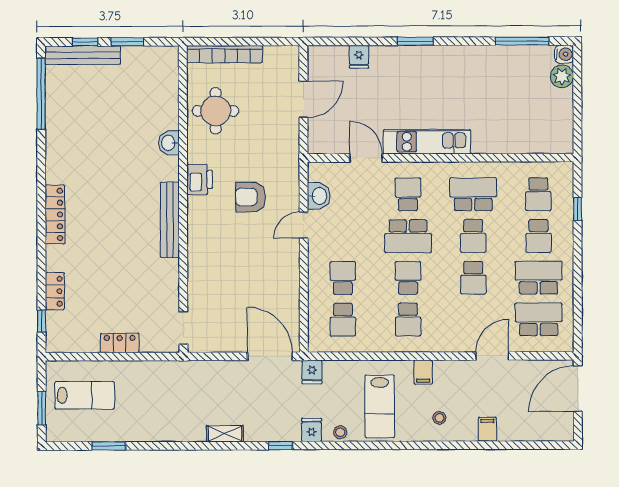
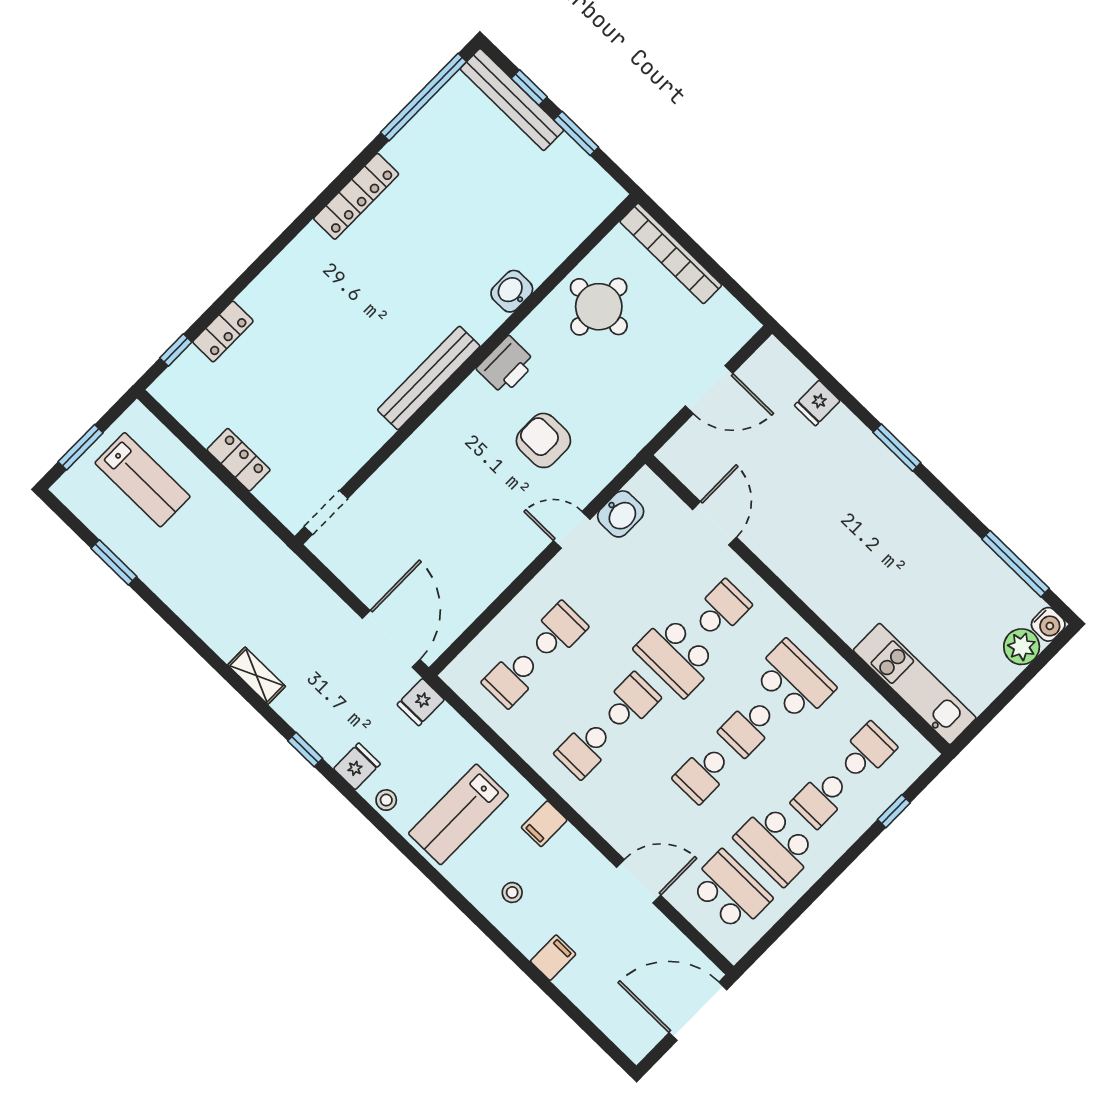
kitchen unit: (427, 142) -> (915, 684), moved
school desk: (538, 194) -> (867, 752), turned 180
locker: (55, 214) -> (356, 196), moved
school desk: (539, 278) -> (776, 845), turned 180

